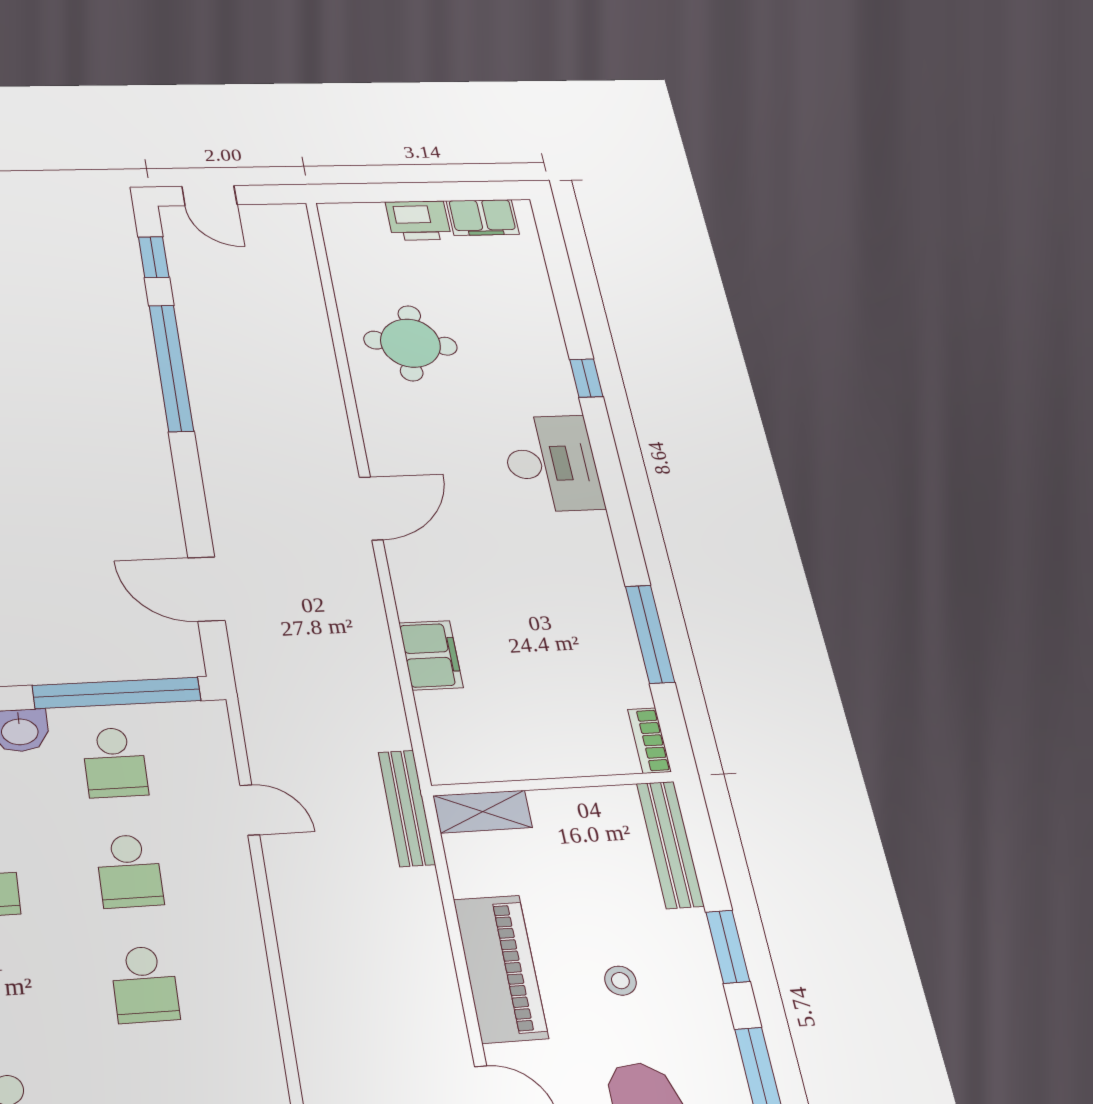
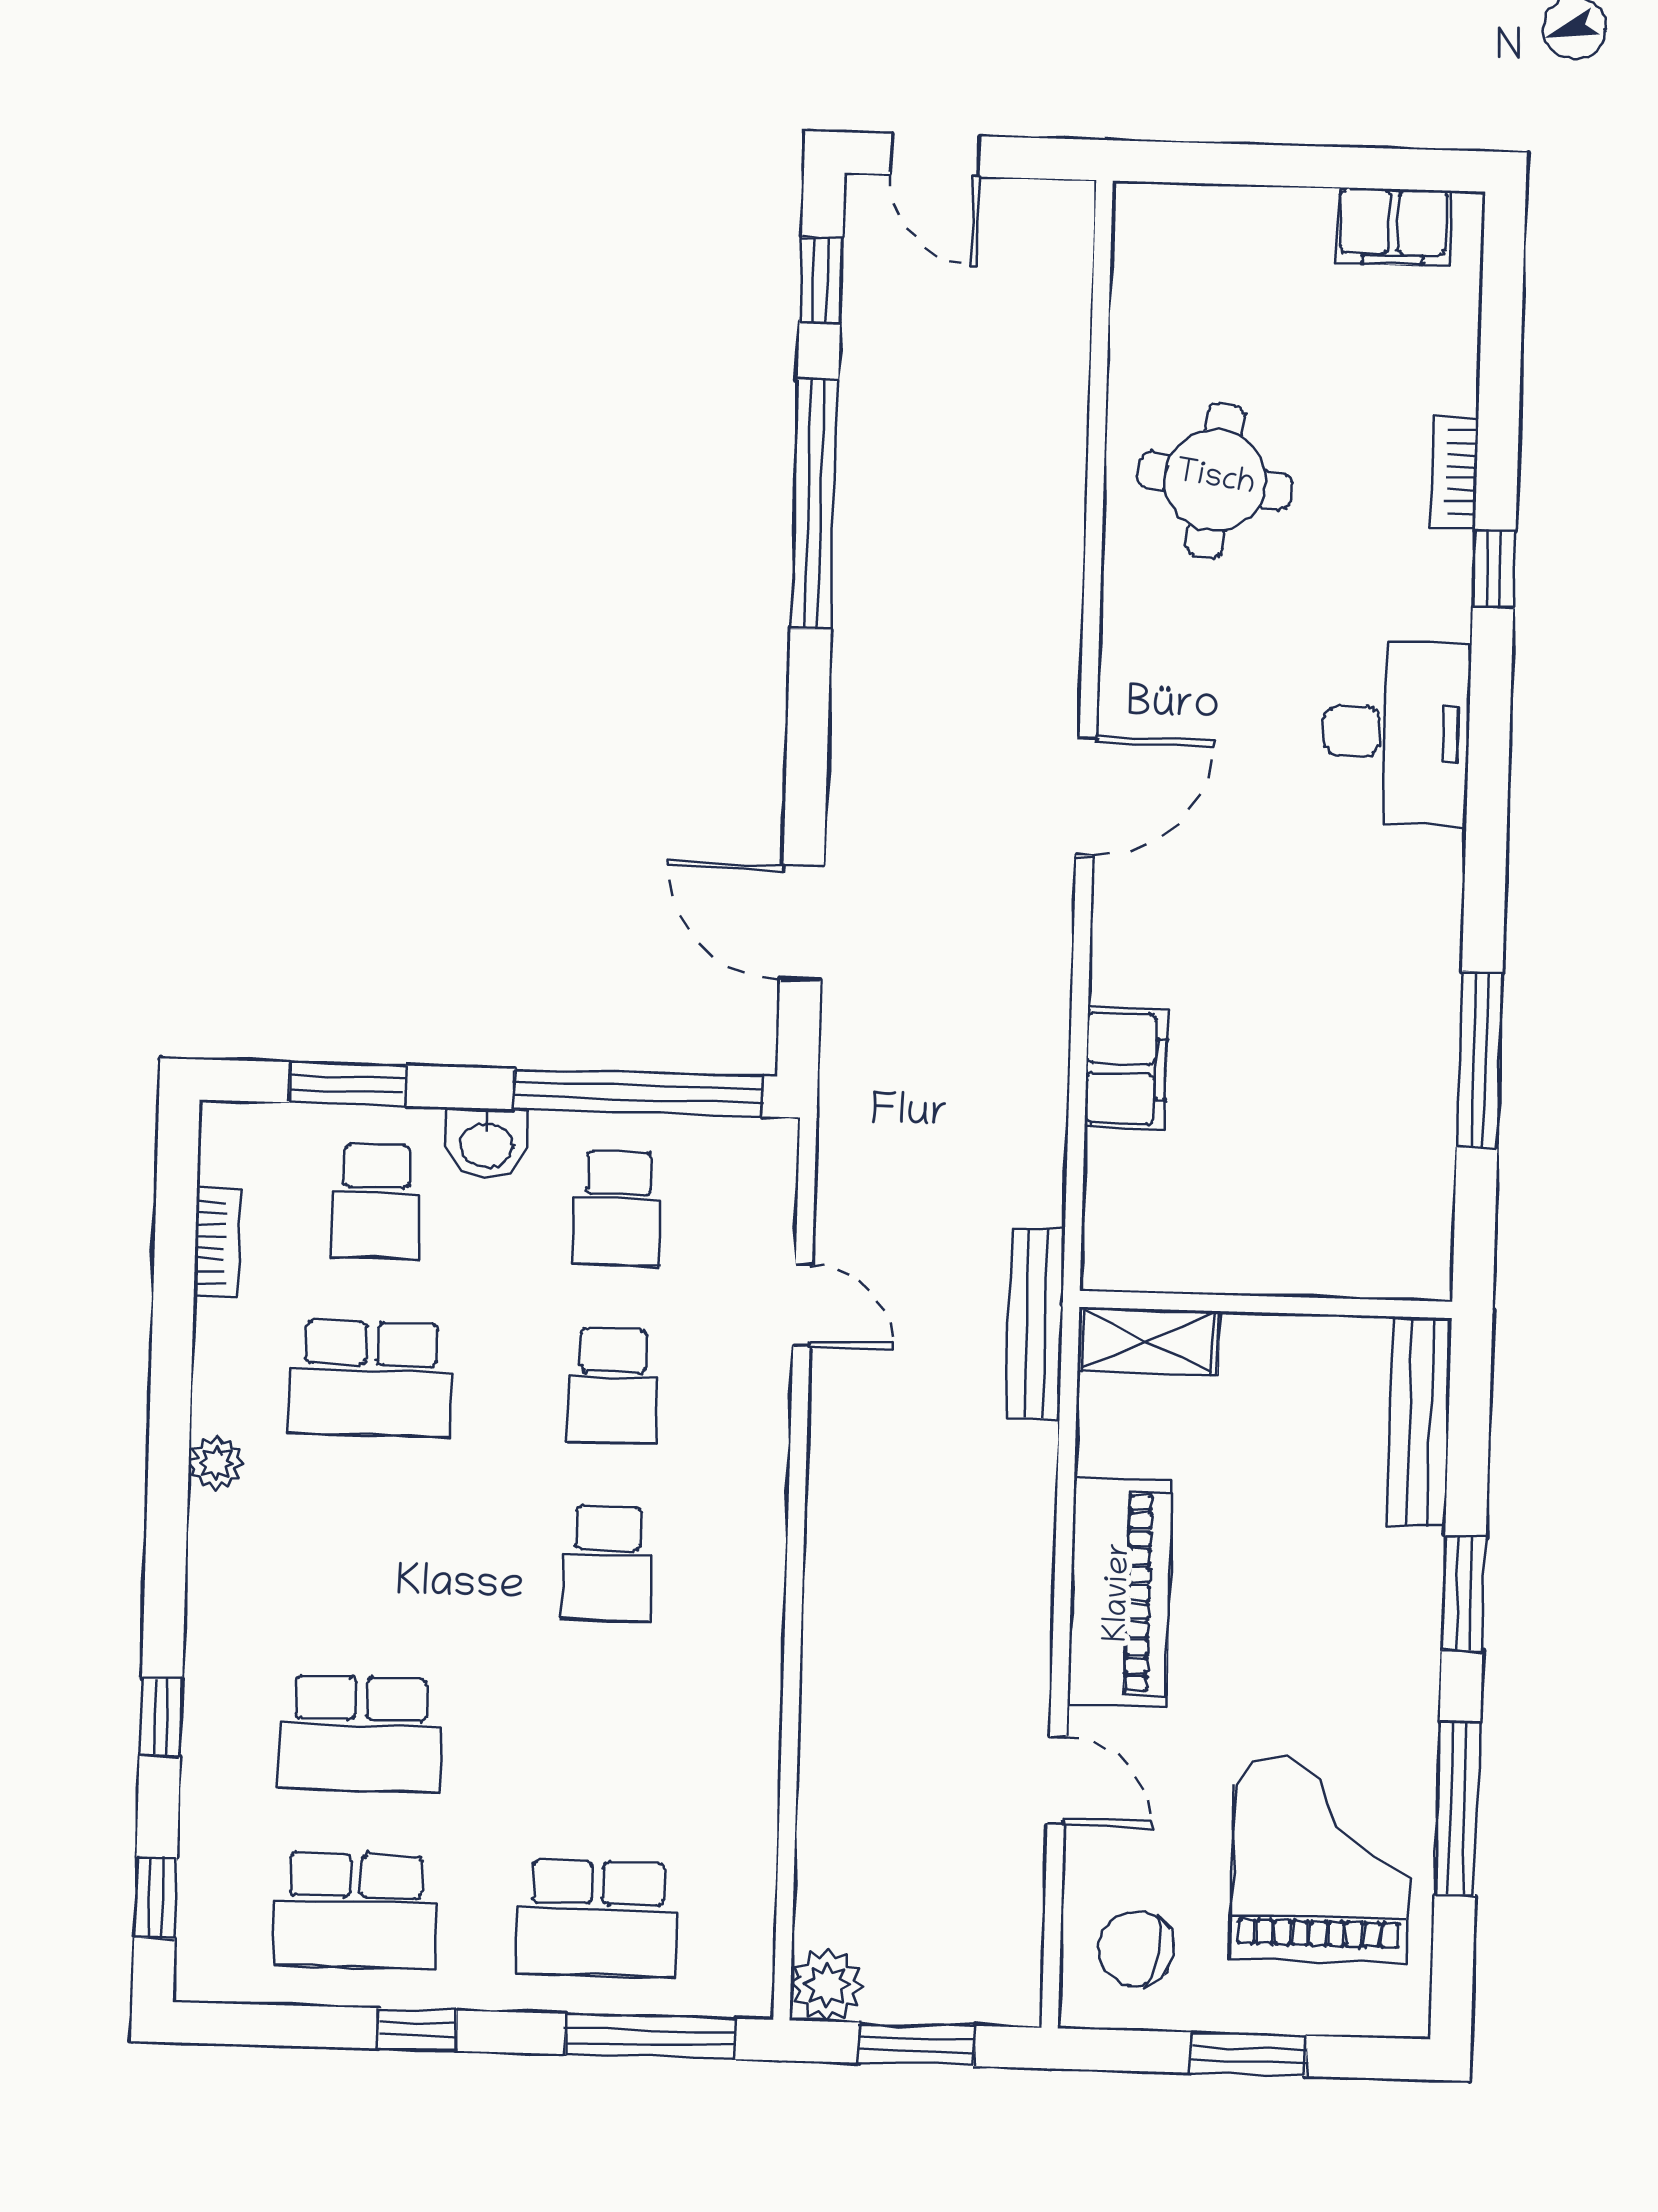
printer: (418, 221) -> (1281, 227), removed
bookcase: (649, 740) -> (1455, 472), moved
stool: (620, 981) -> (1291, 1630), removed

